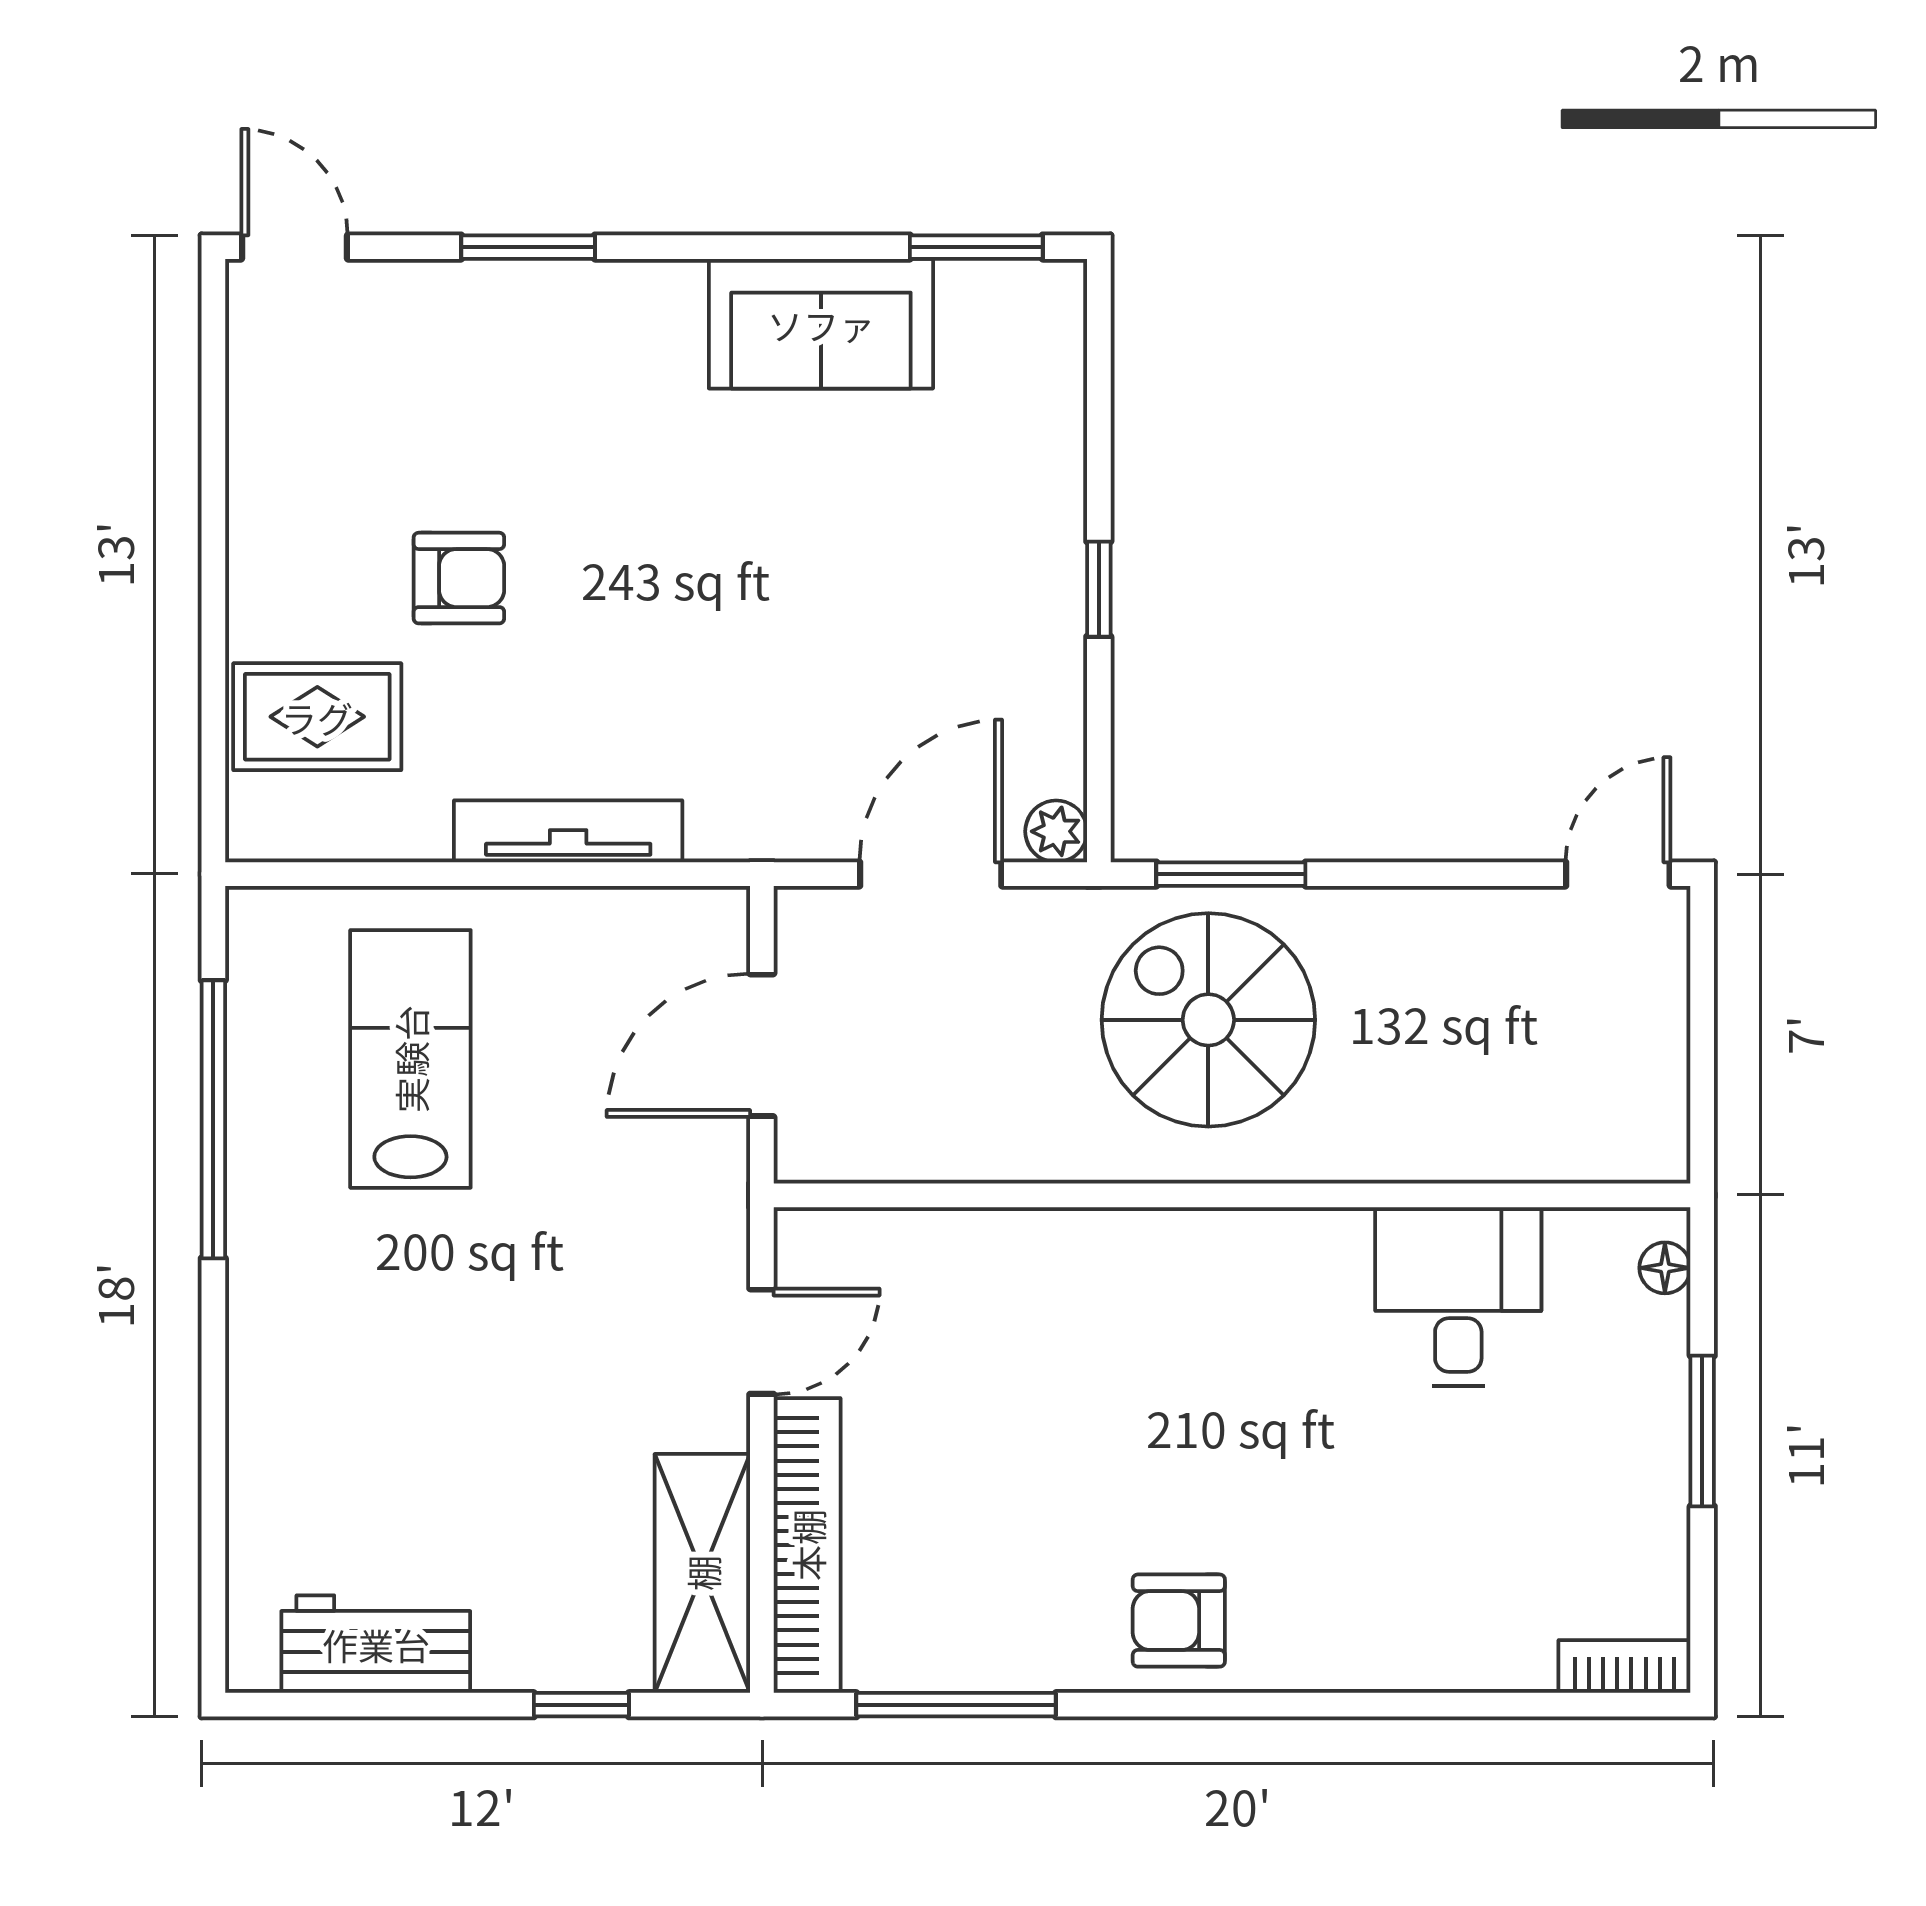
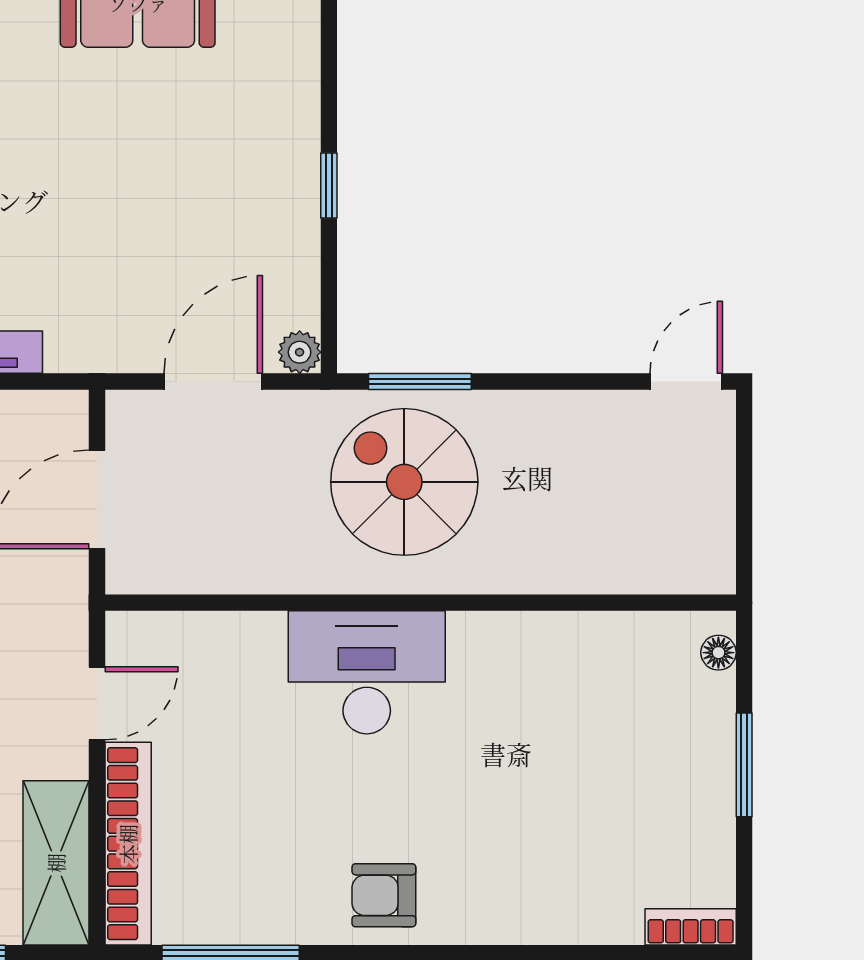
desk: (1458, 1297) -> (367, 672), moved, width x1.37

